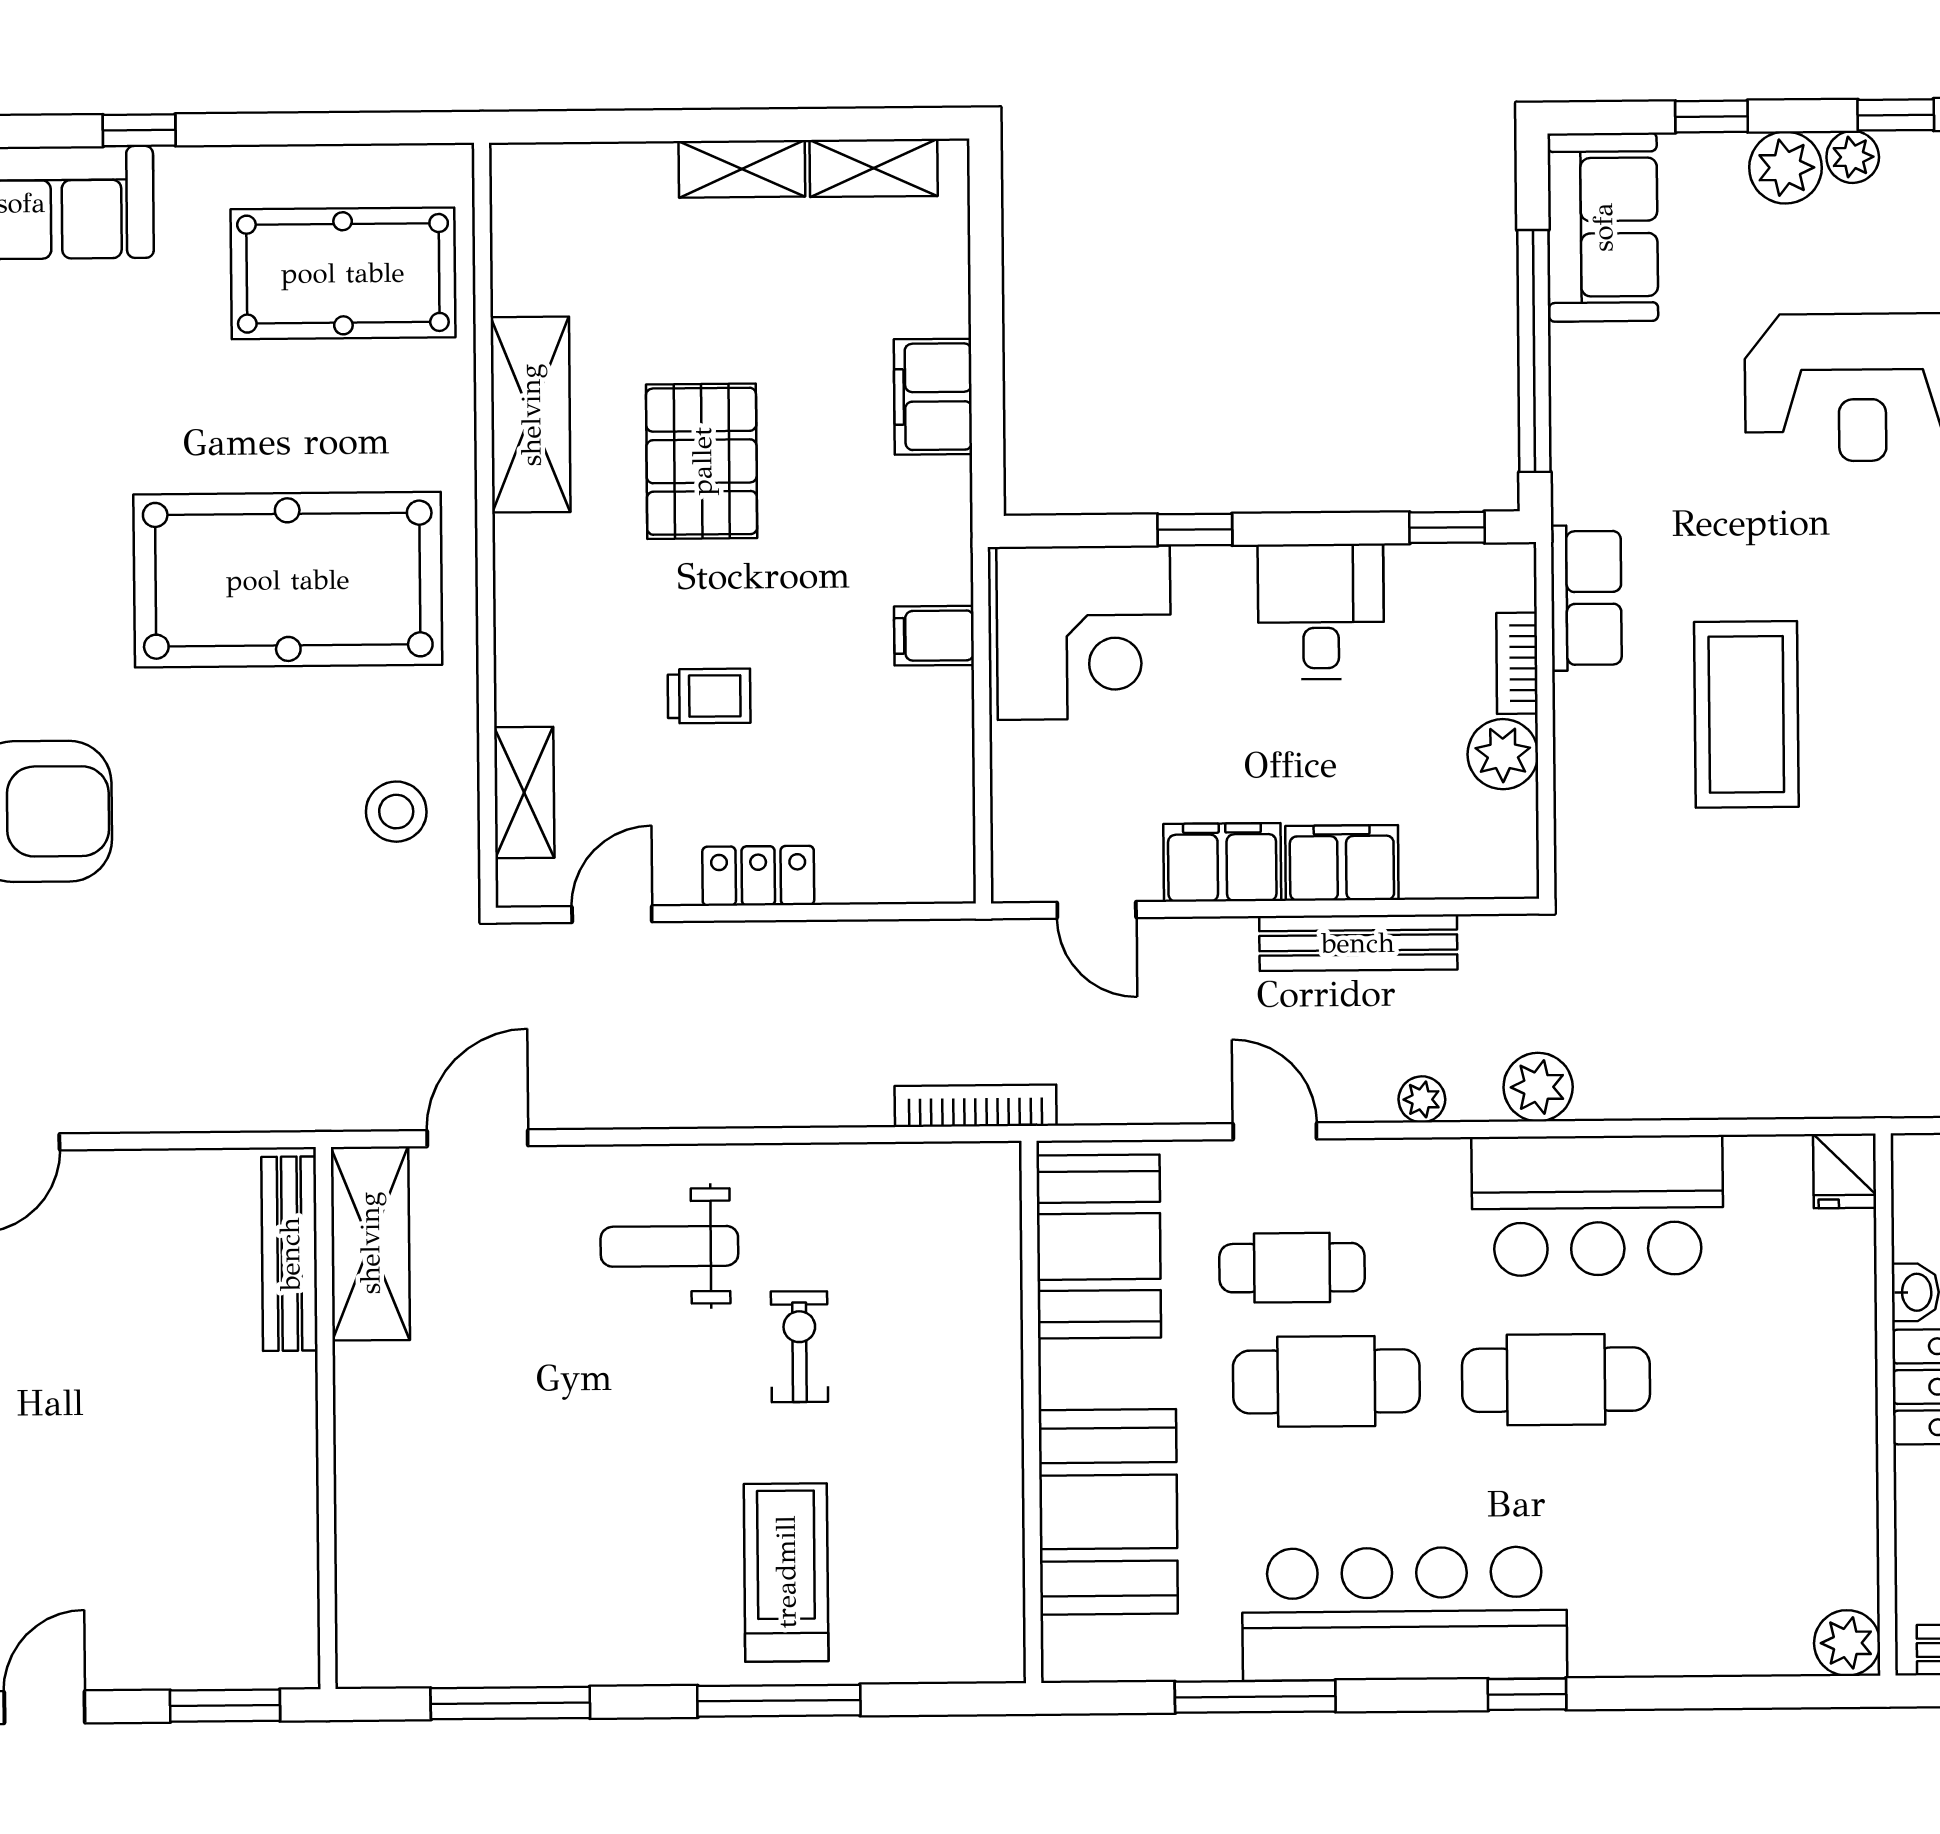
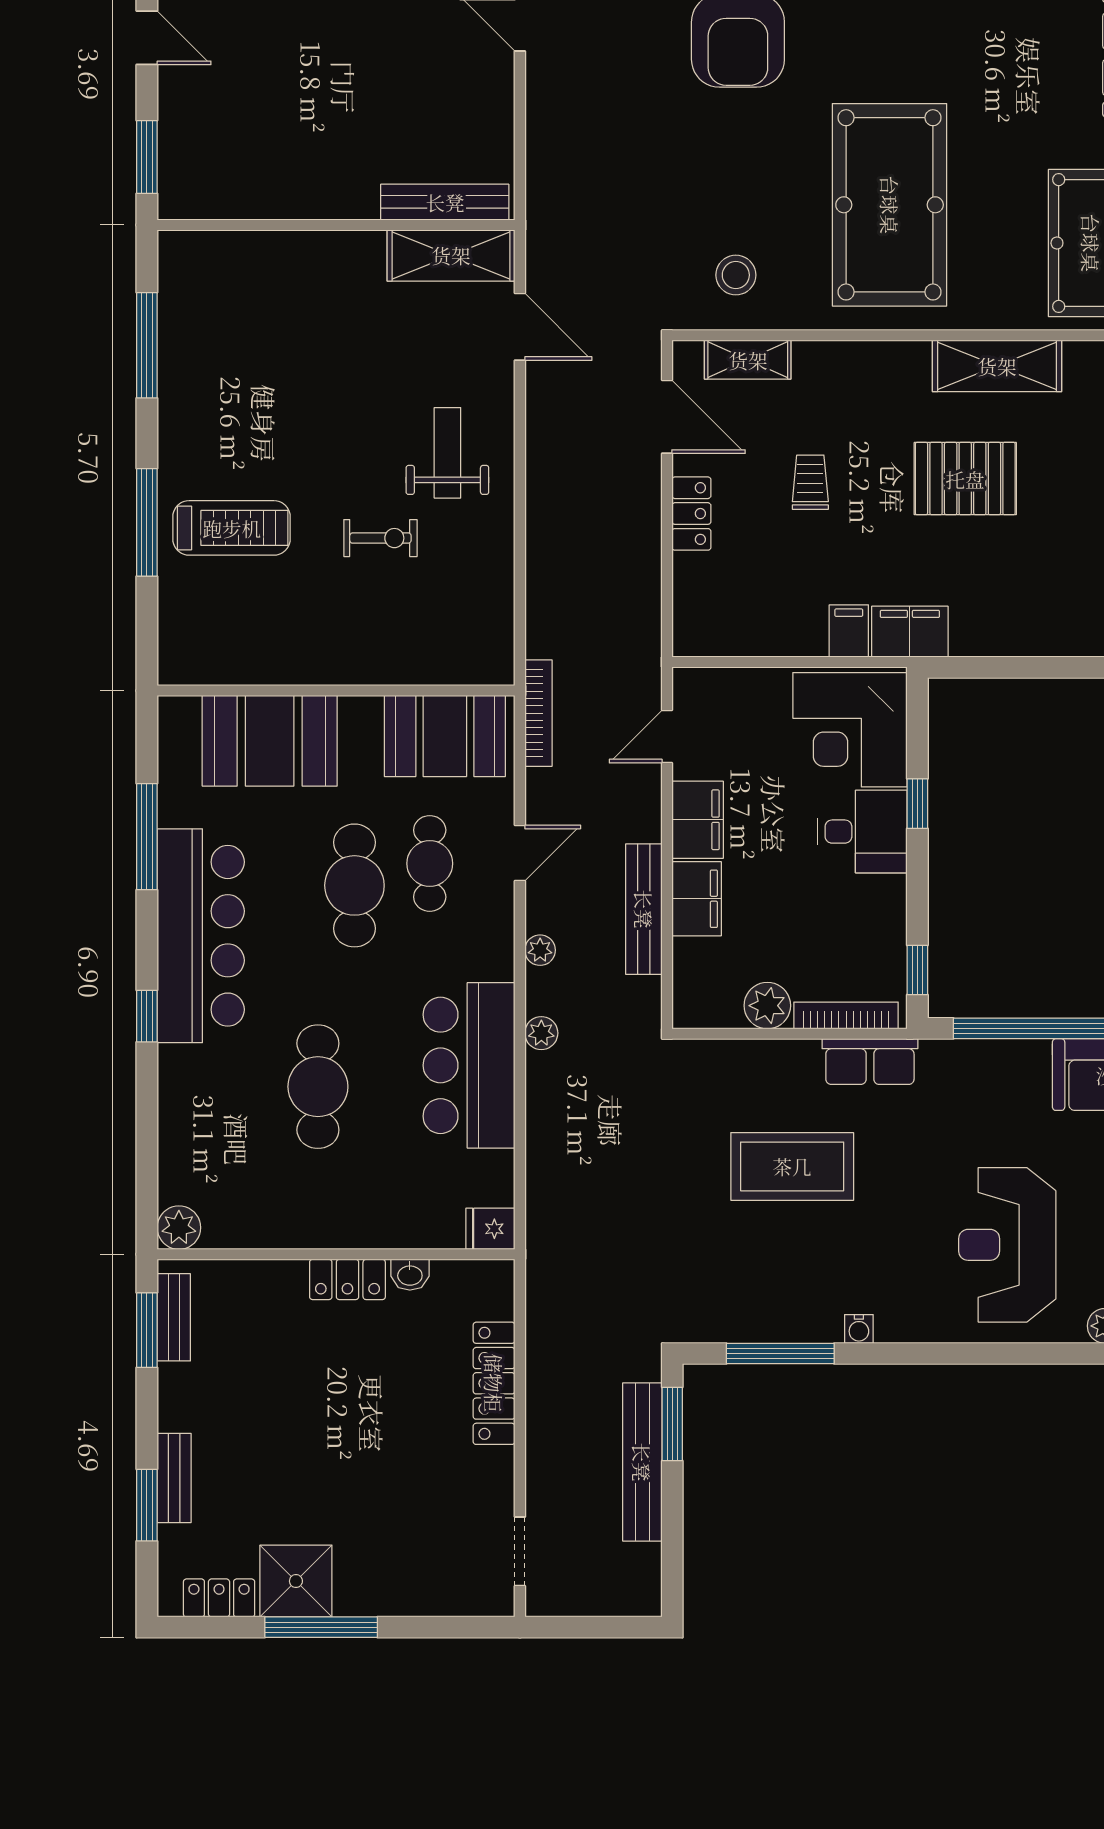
filing cabinet: (933, 397) -> (910, 632), moved
desk: (1321, 612) -> (863, 832), moved
bookcase: (1517, 663) -> (846, 1015), width x1.56
trolley: (709, 696) -> (810, 482), turned 180
door: (612, 914) -> (667, 417), width x1.38
plant: (1538, 1087) -> (541, 1033), width x0.73, depth x0.73
bookcase: (976, 1106) -> (538, 713), moved
cafe table: (1556, 1380) -> (318, 1087), moved

